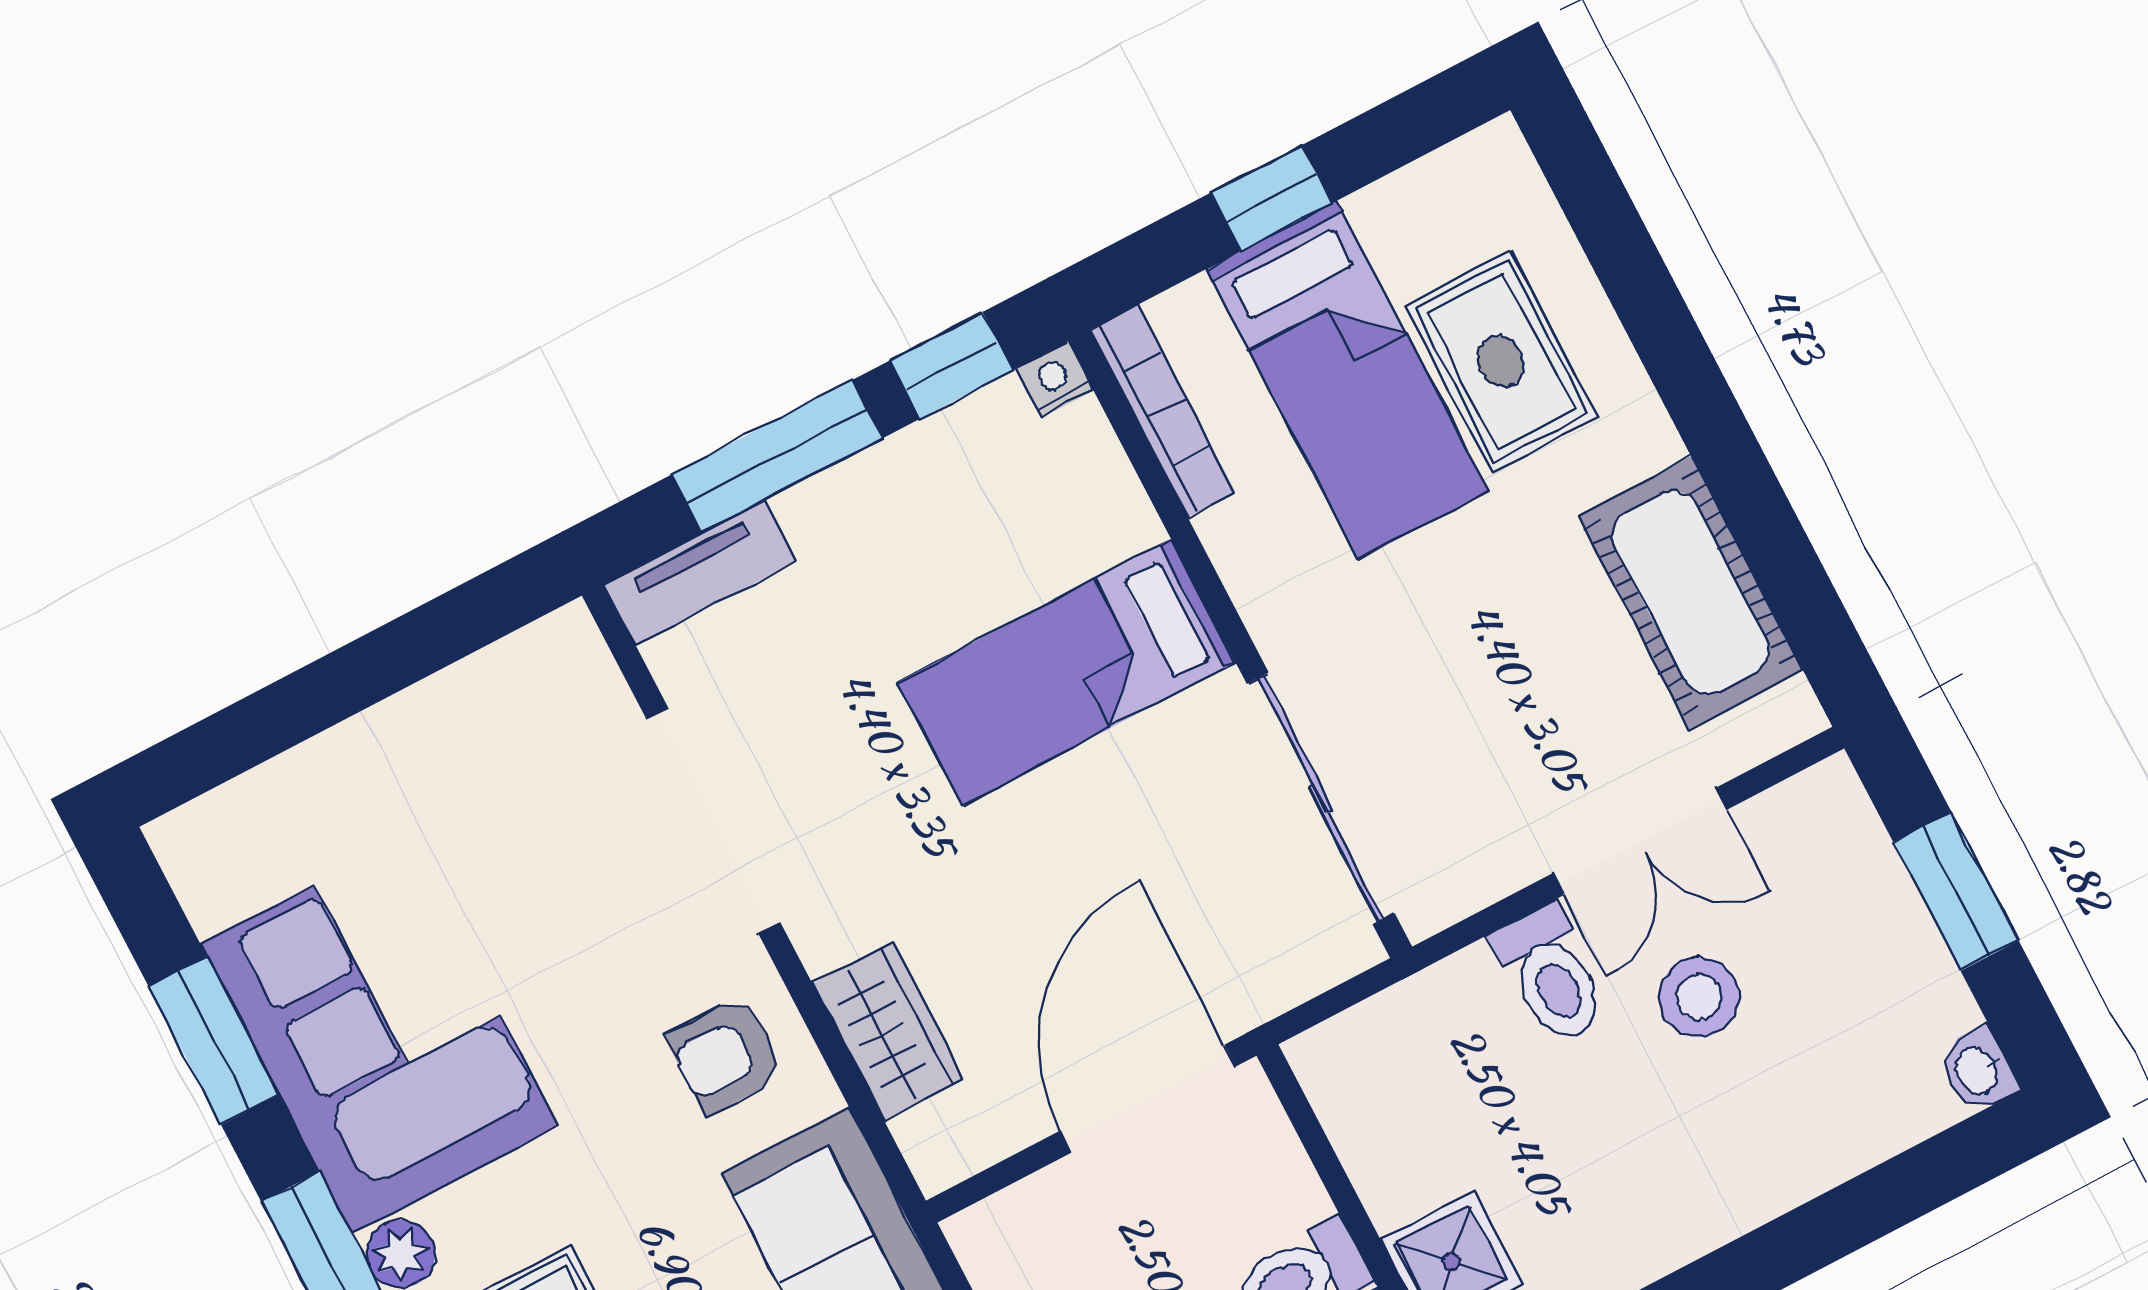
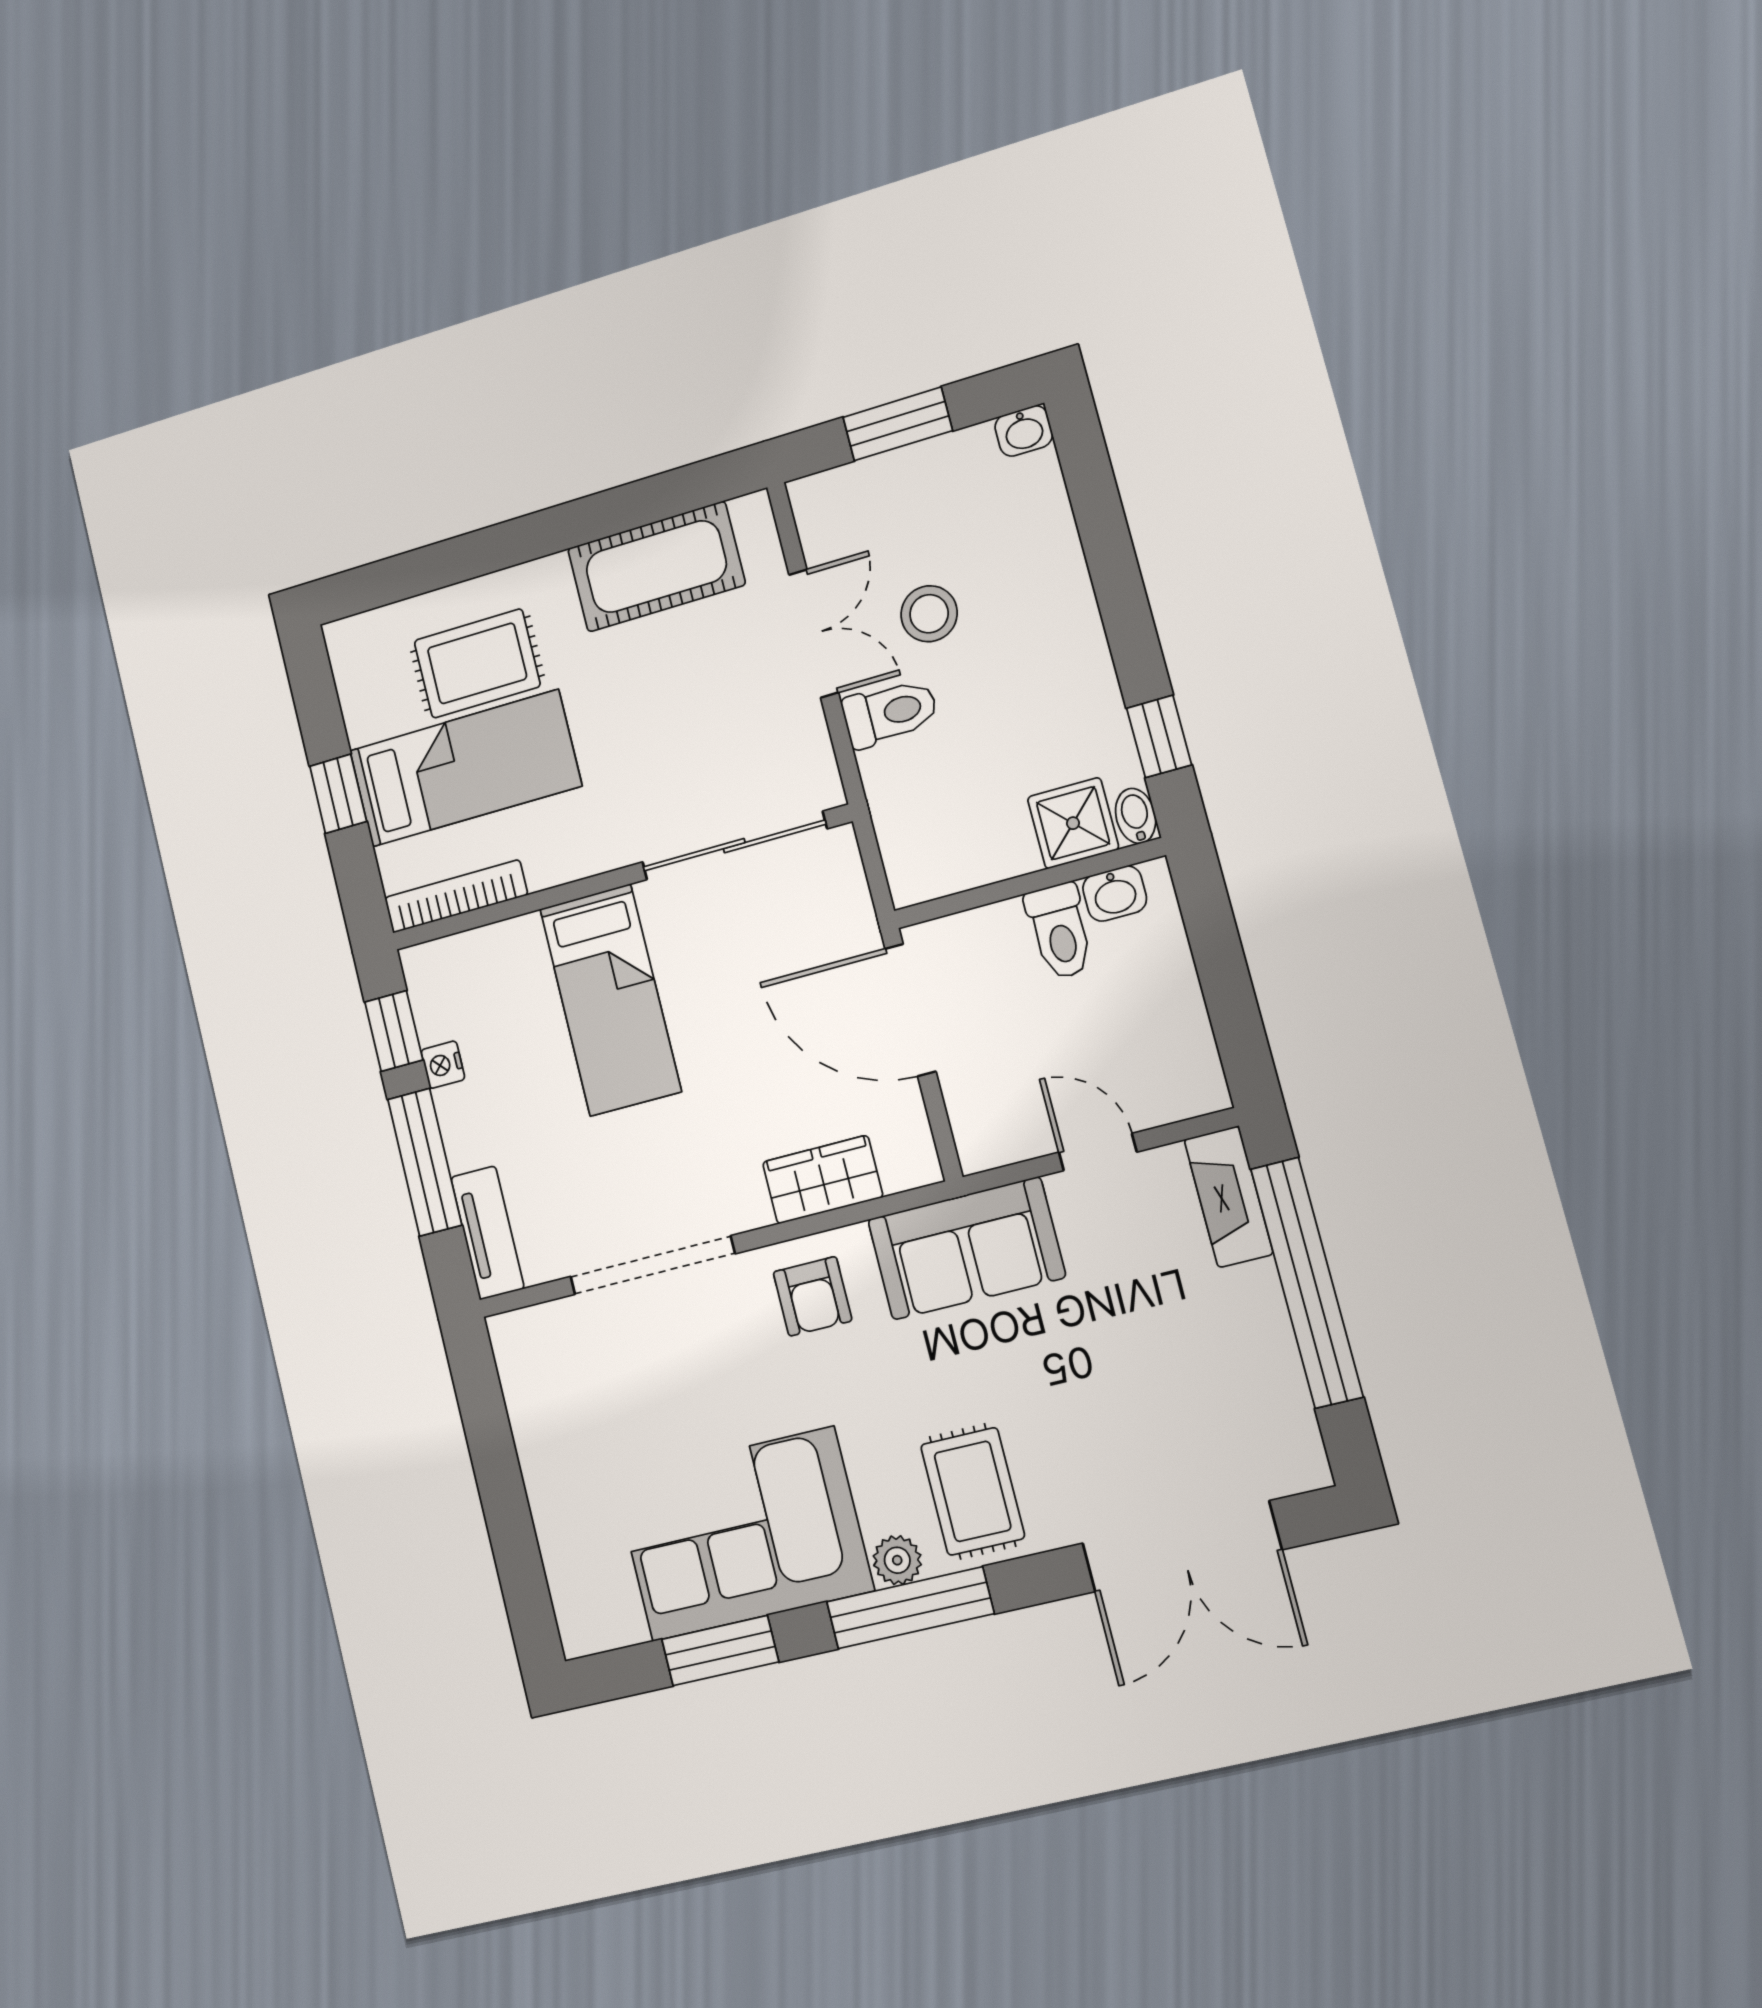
nightstand: (1055, 380) -> (443, 1065), moved

